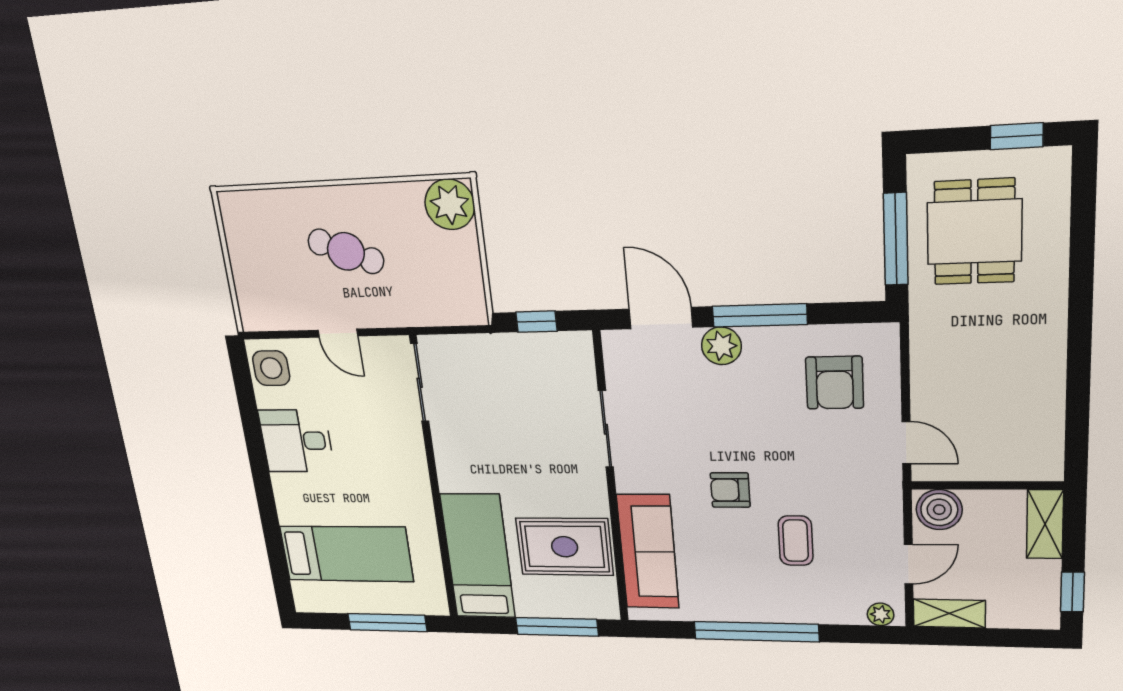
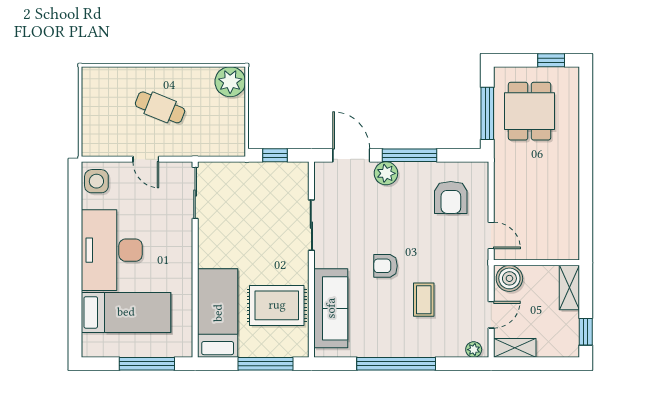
desk: (296, 441) -> (112, 250), width x1.87, depth x1.30

